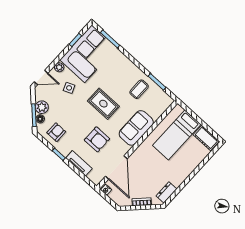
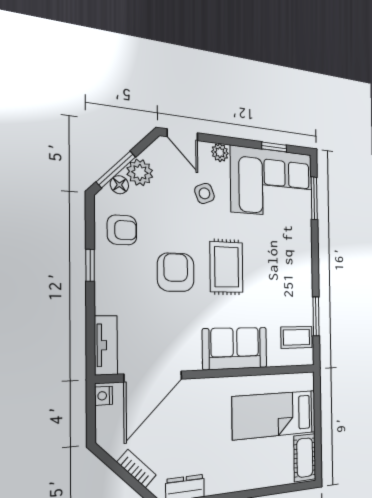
coffee table: (139, 89) -> (297, 337), moved
armchair: (97, 139) -> (176, 272), moved, turned 180
tv unit: (79, 163) -> (106, 345), moved

